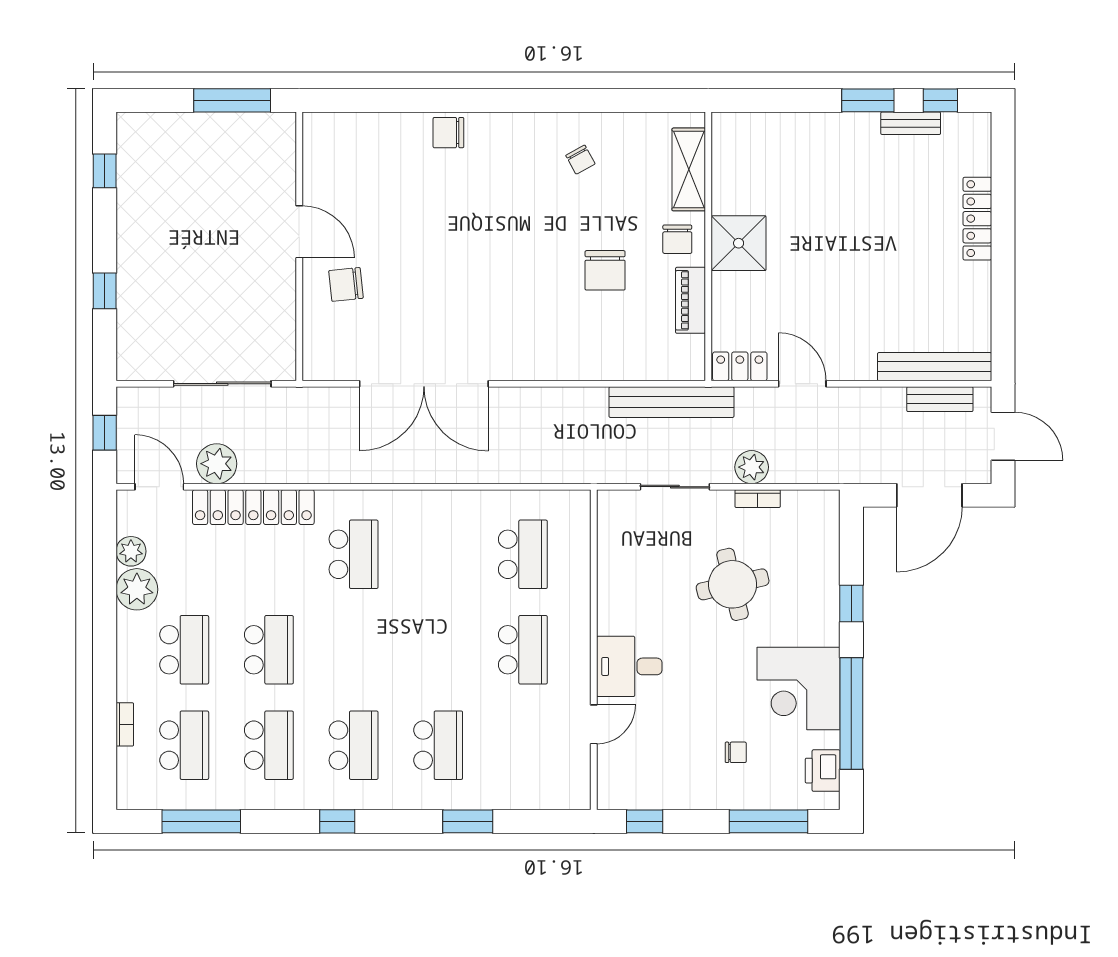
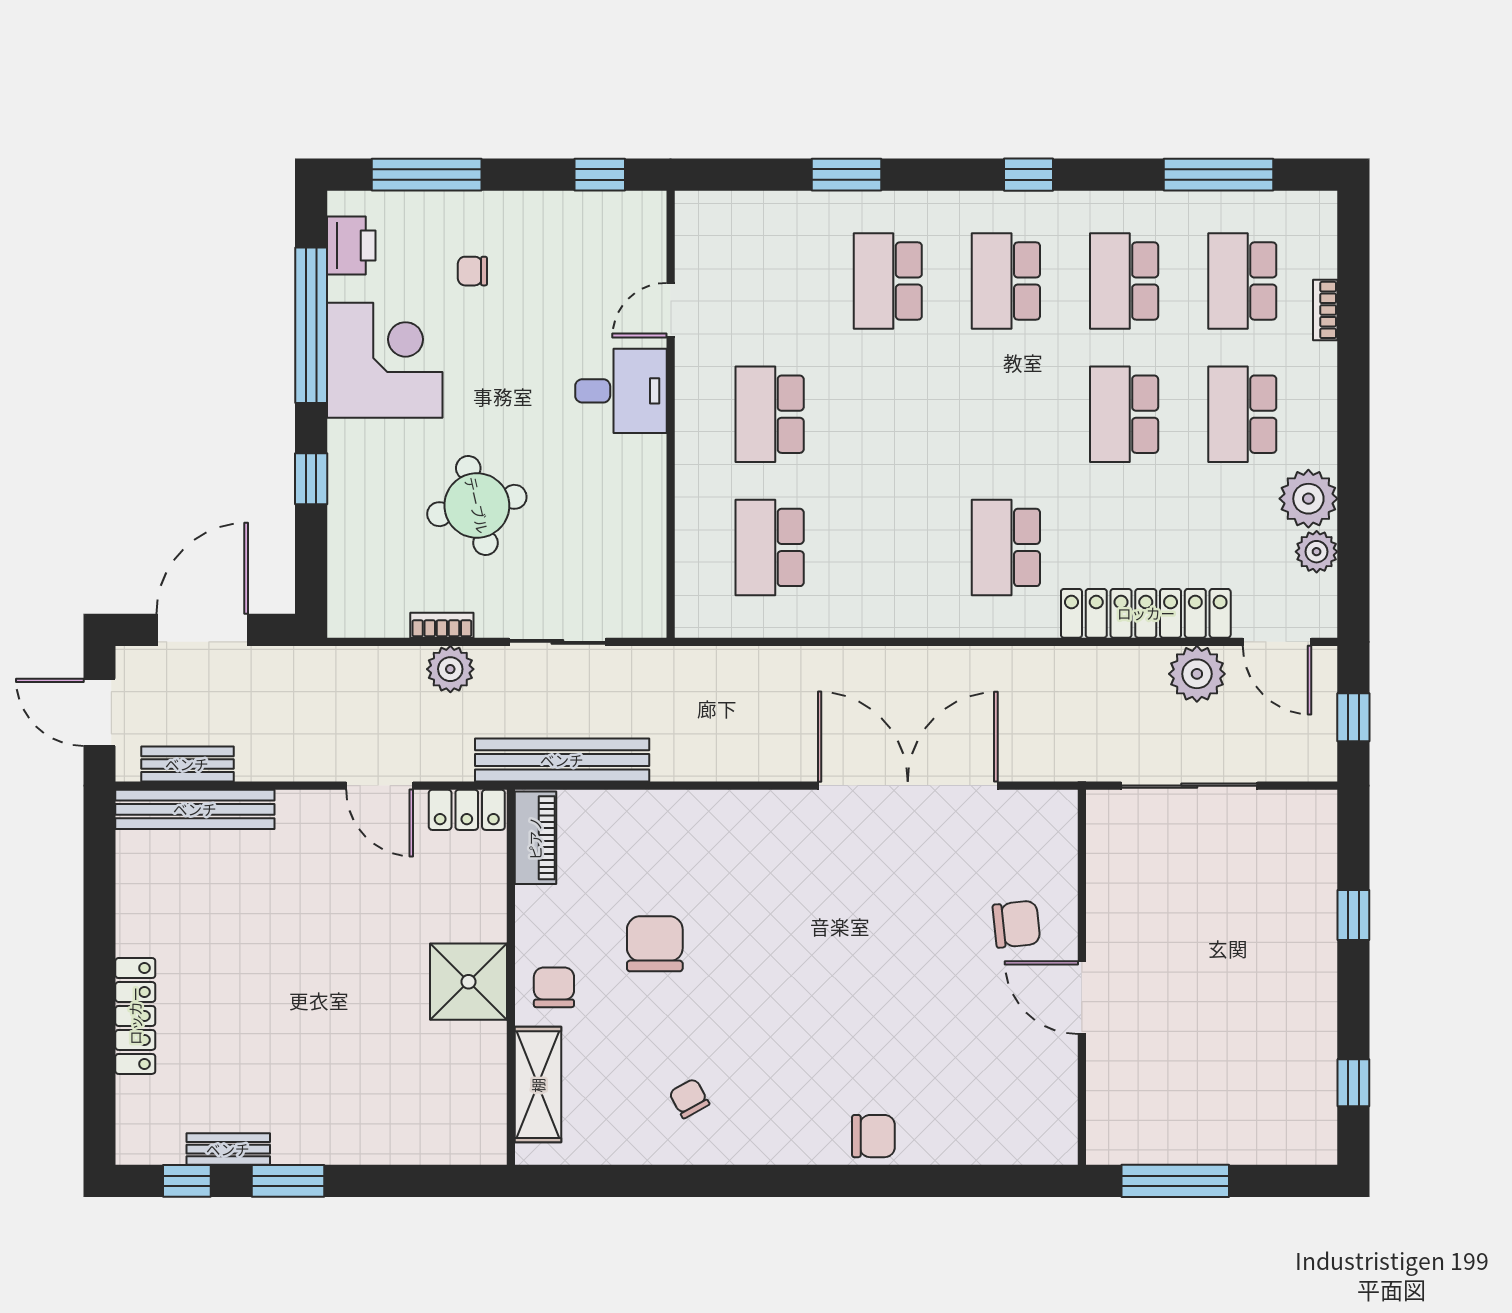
piano: (691, 300) -> (535, 838), moved

